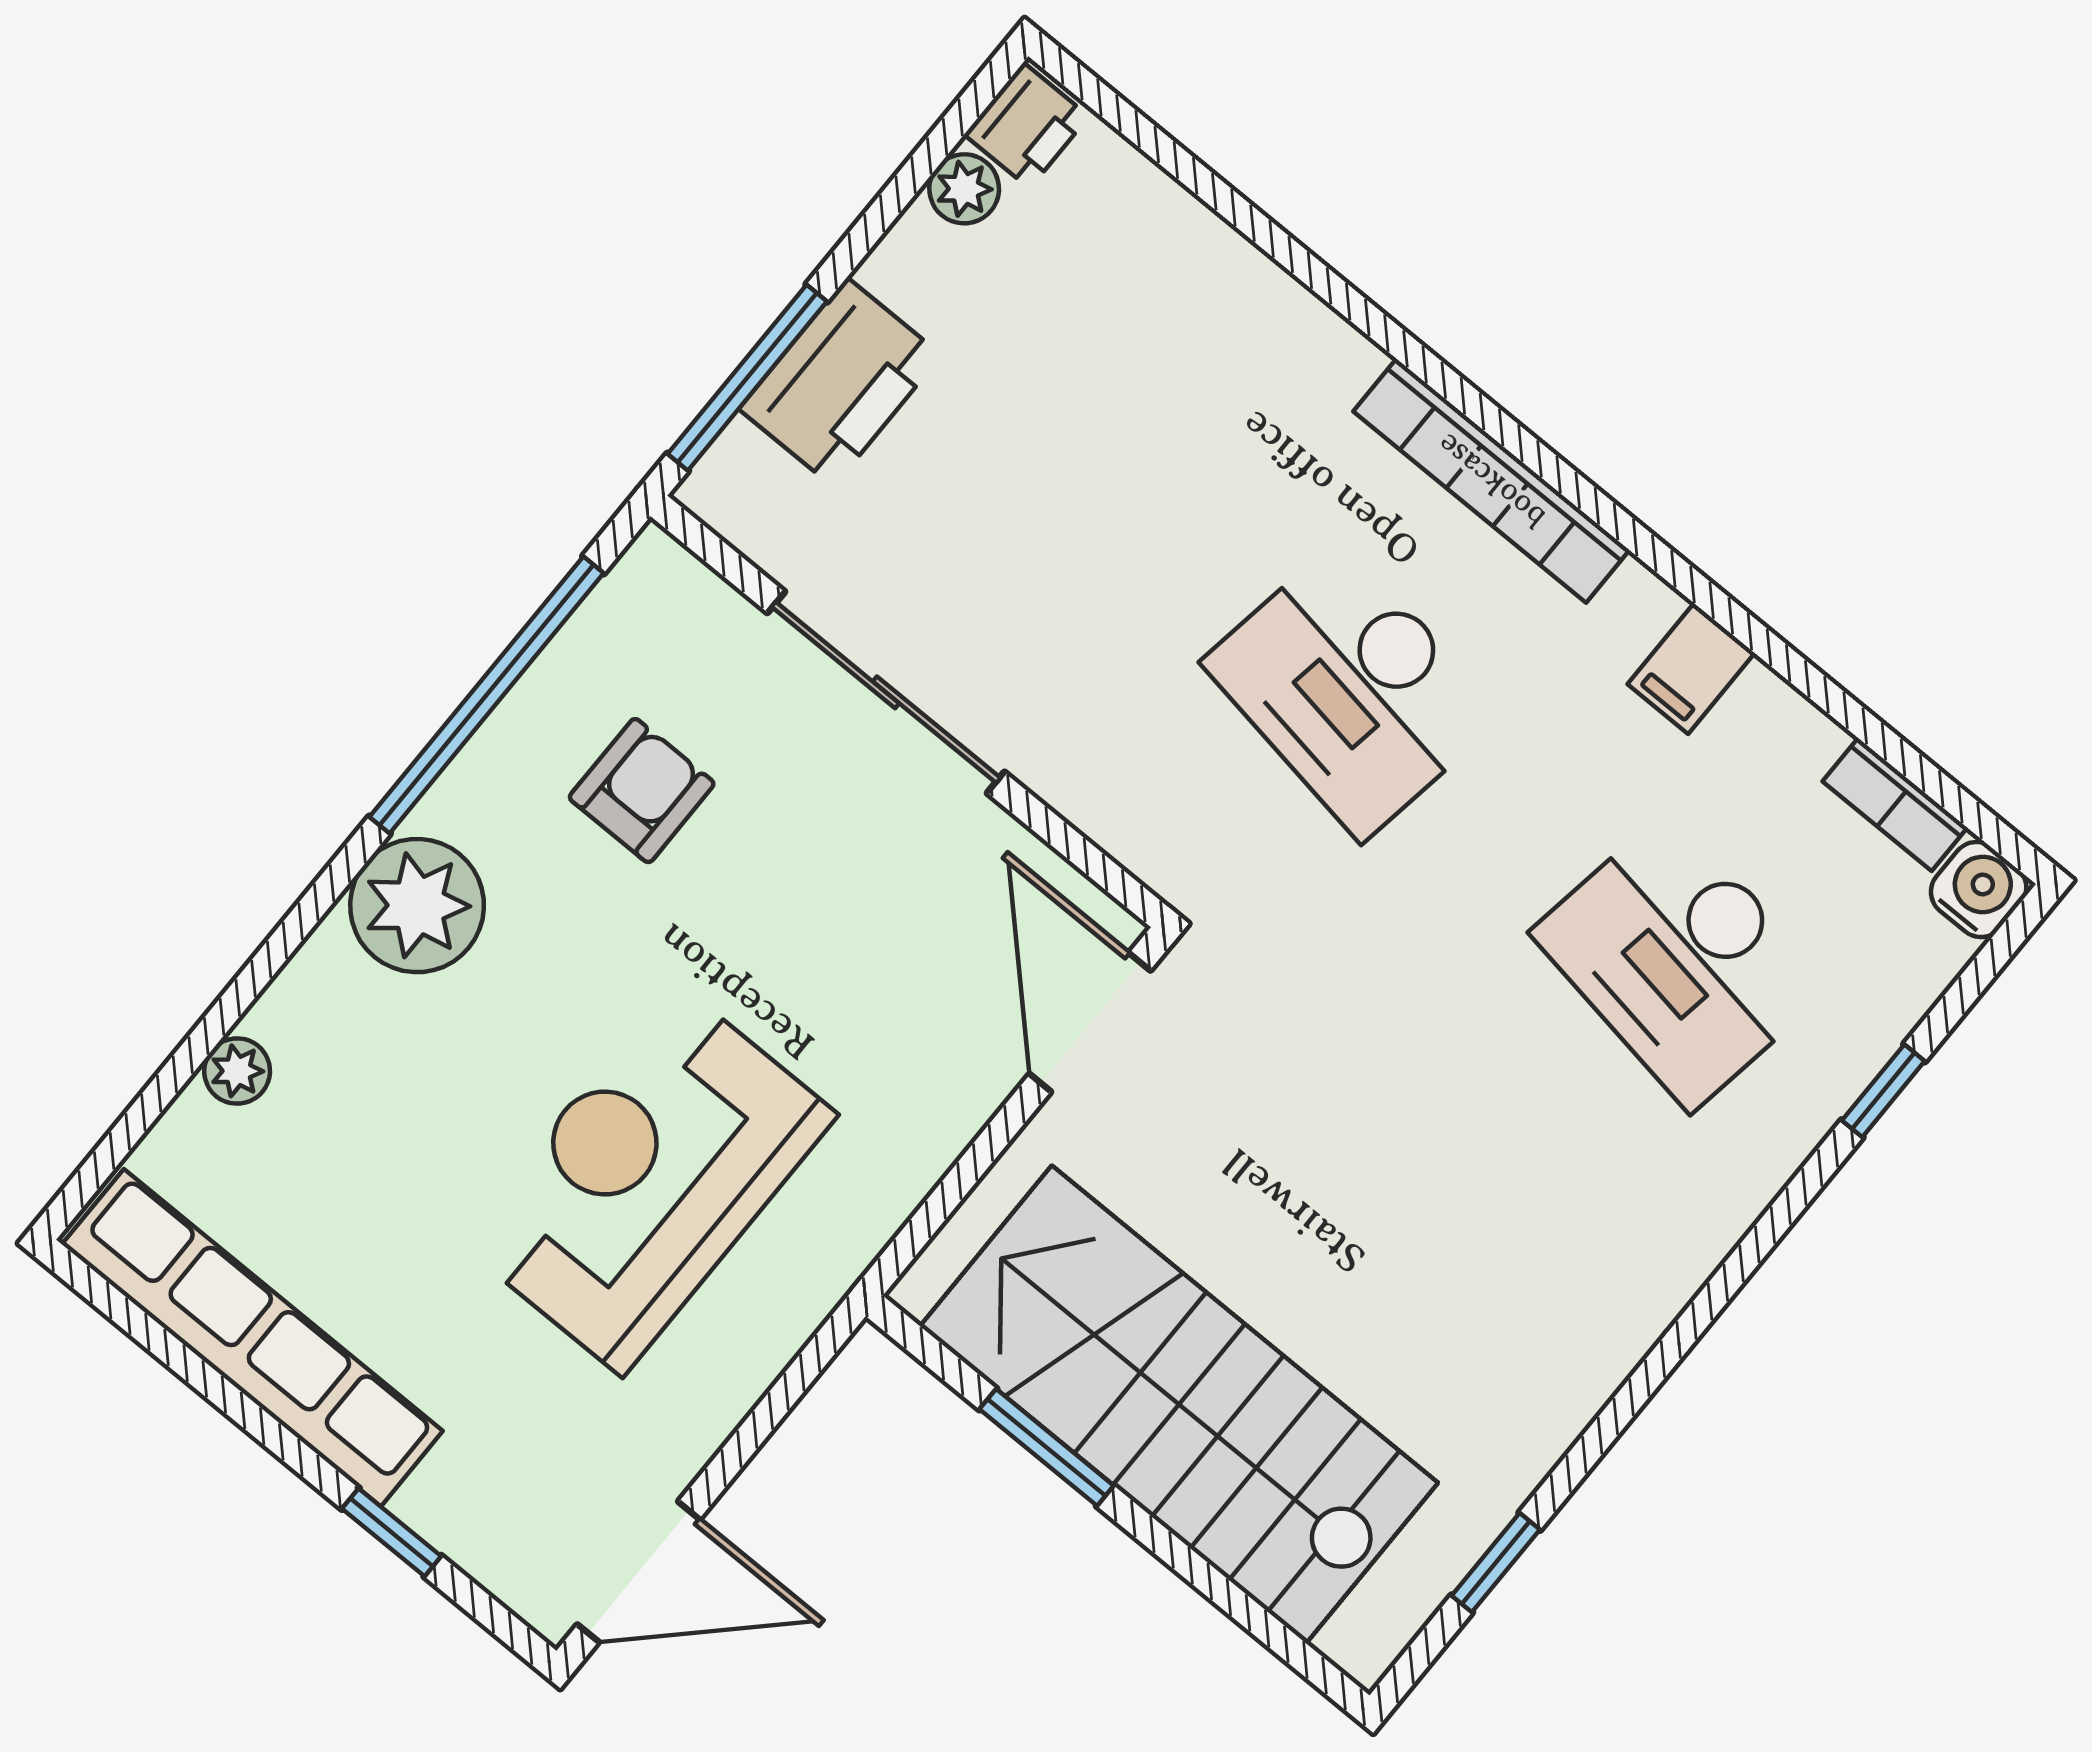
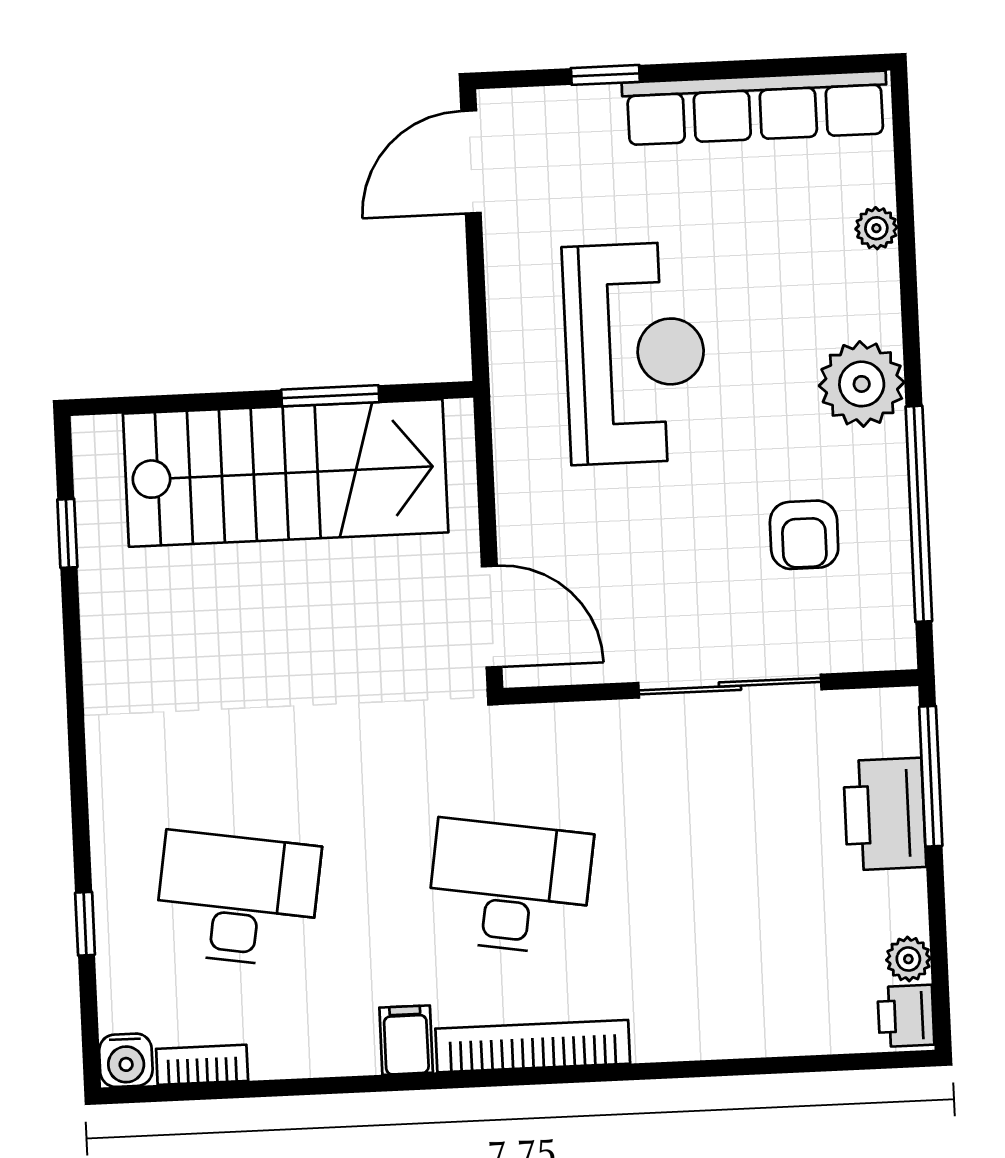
filing cabinet: (1691, 668) -> (406, 1040), moved

